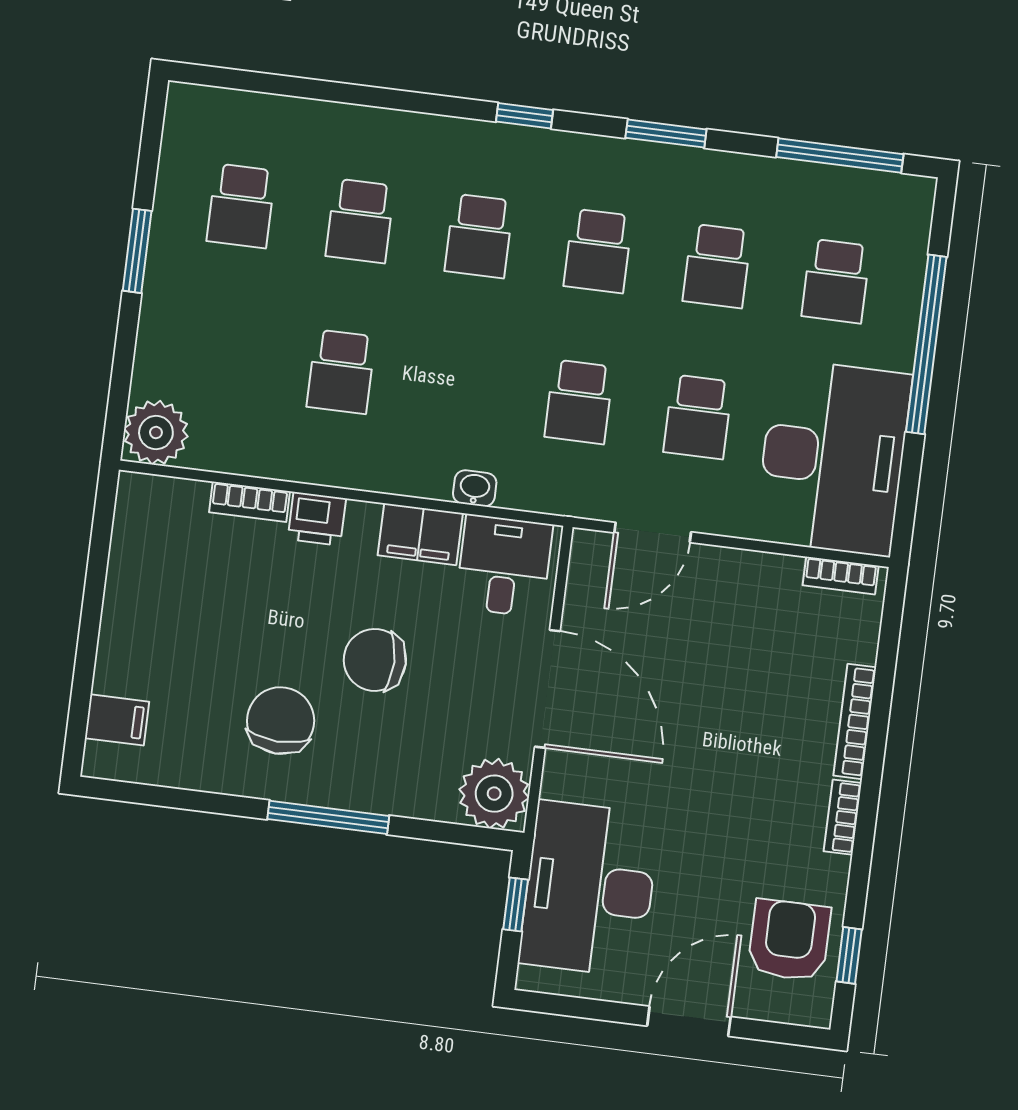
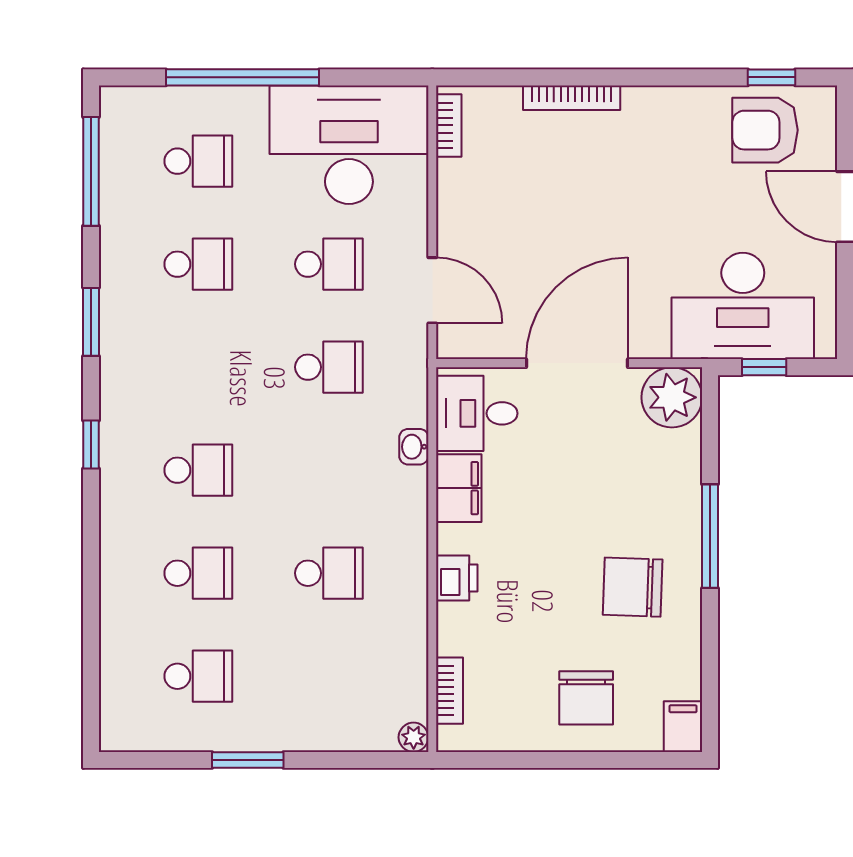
school desk: (598, 251) -> (198, 367), removed
plant: (156, 433) -> (414, 737), width x0.53, depth x0.53
bookcase: (250, 502) -> (450, 691), moved
chair: (375, 660) -> (586, 698), moved
filing cabinet: (117, 720) -> (683, 727), moved
bookcase: (843, 817) -> (654, 98), removed

